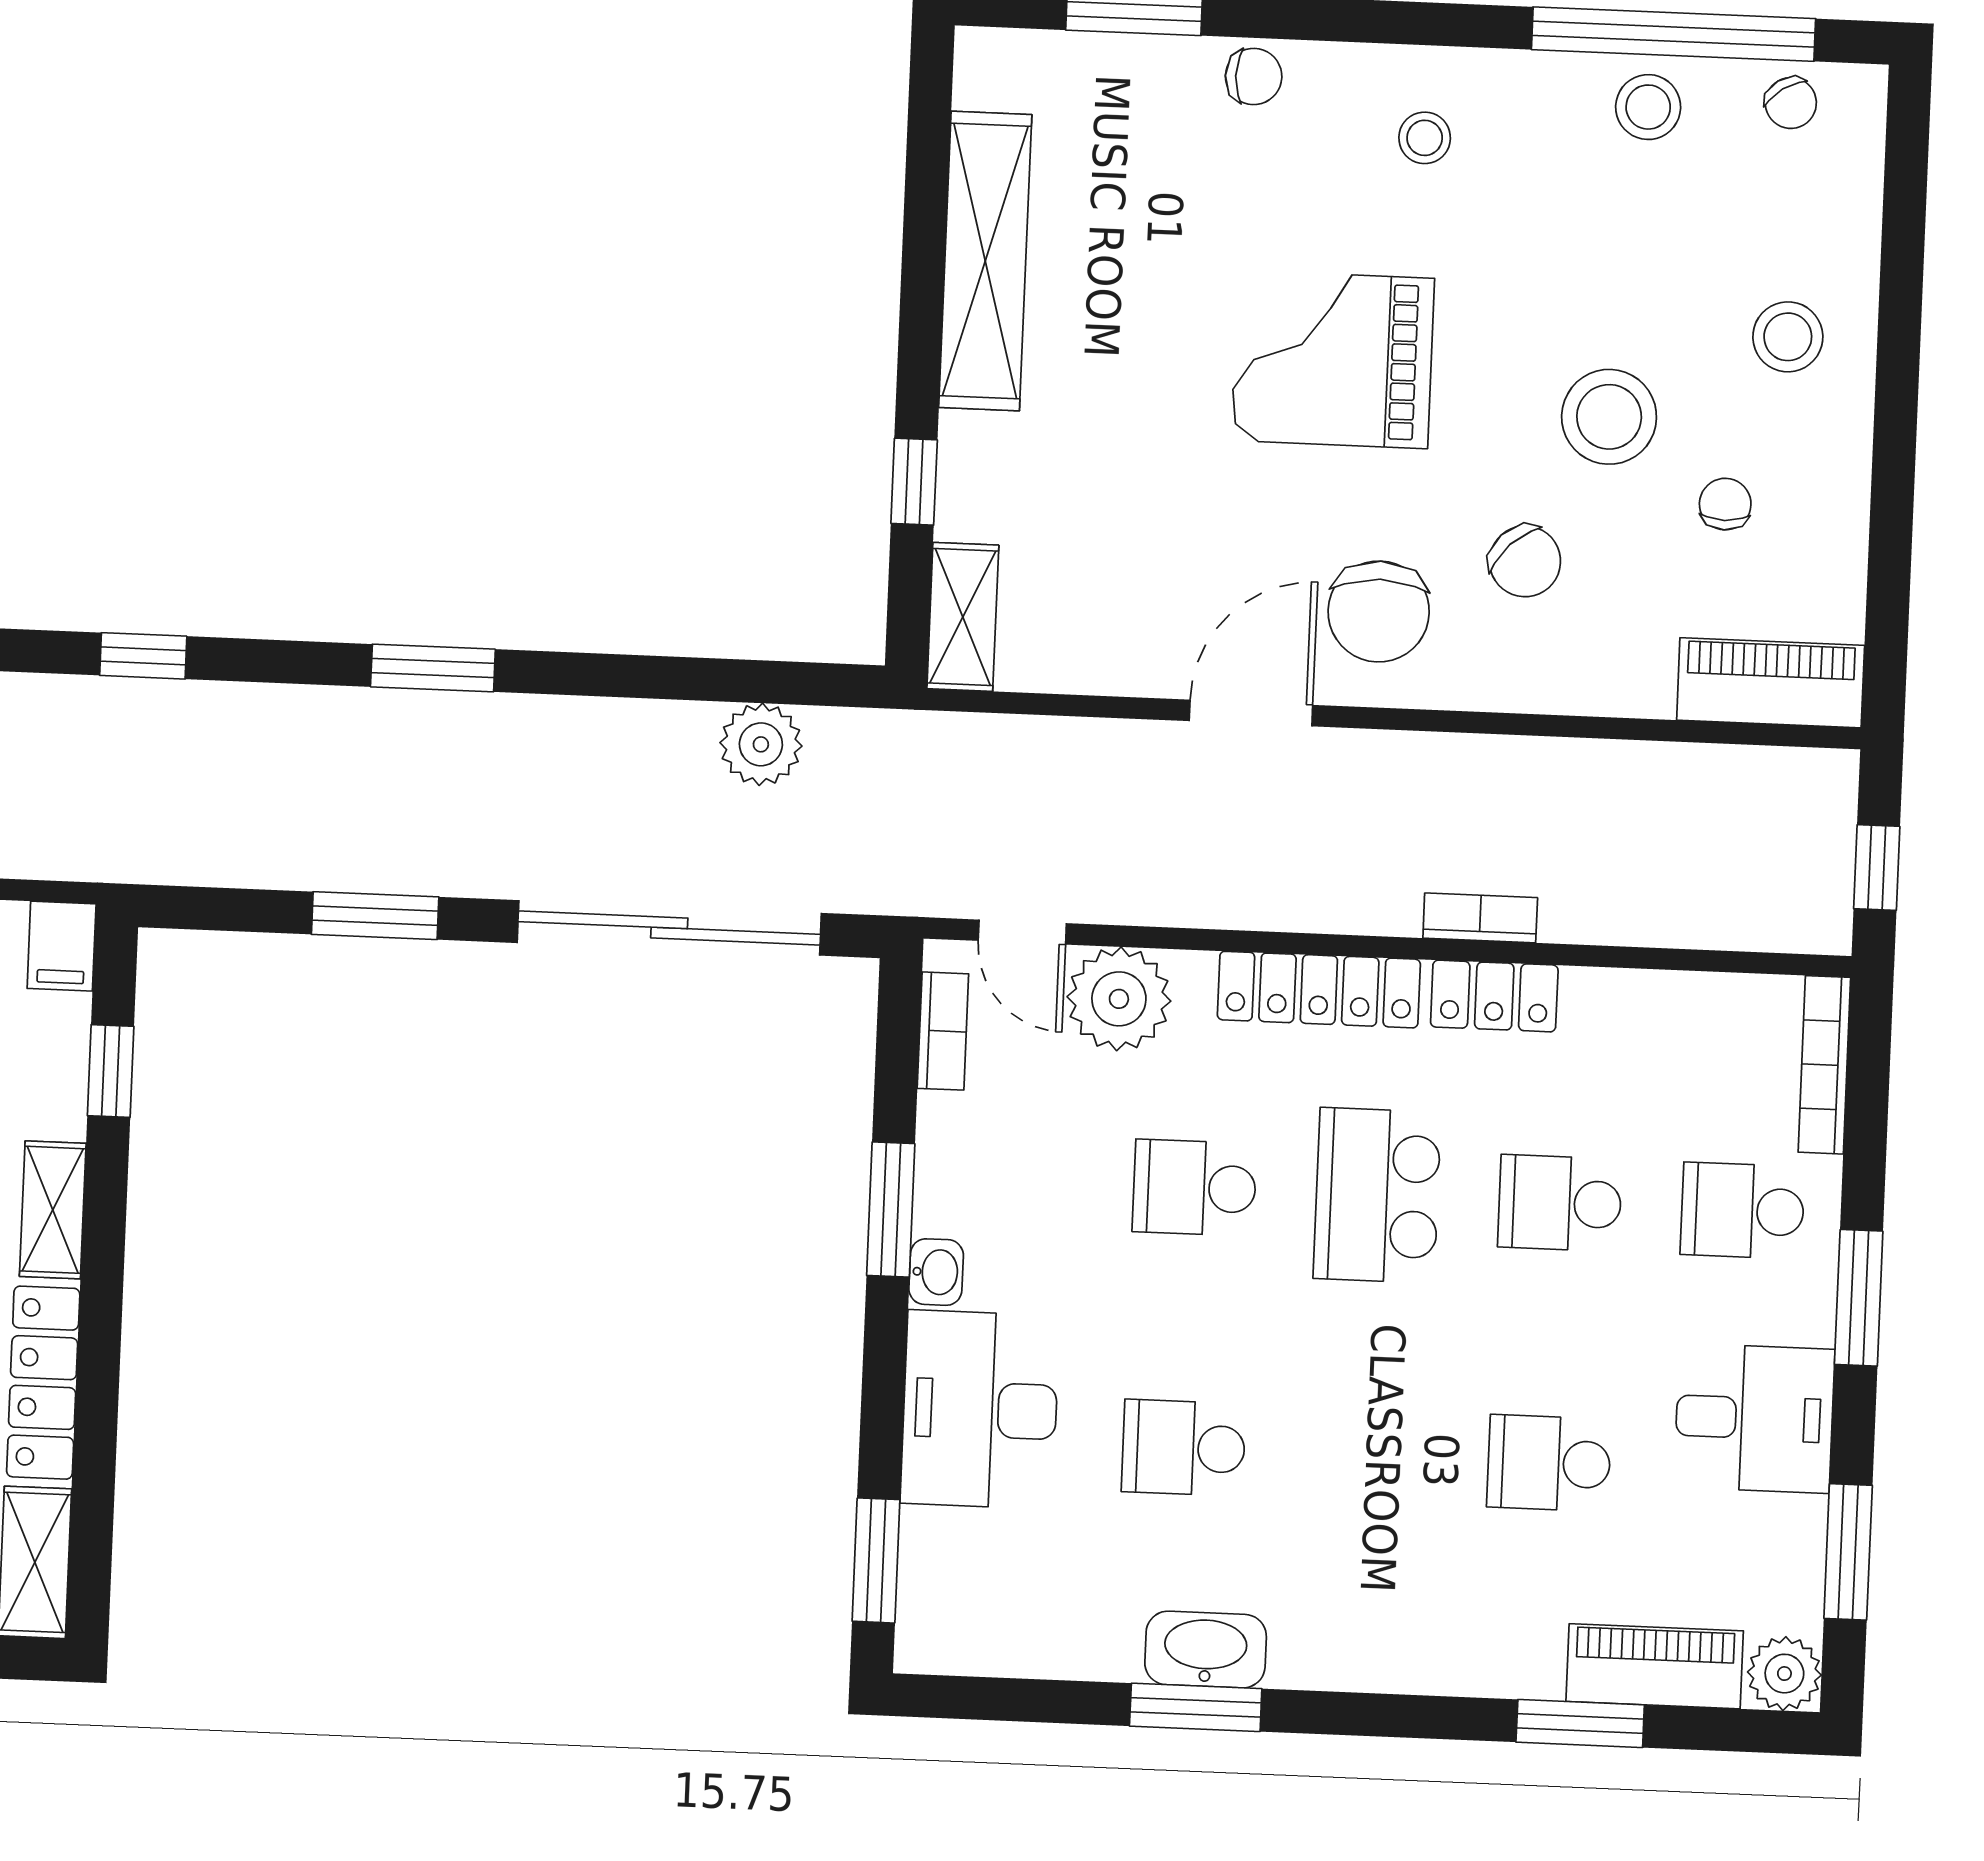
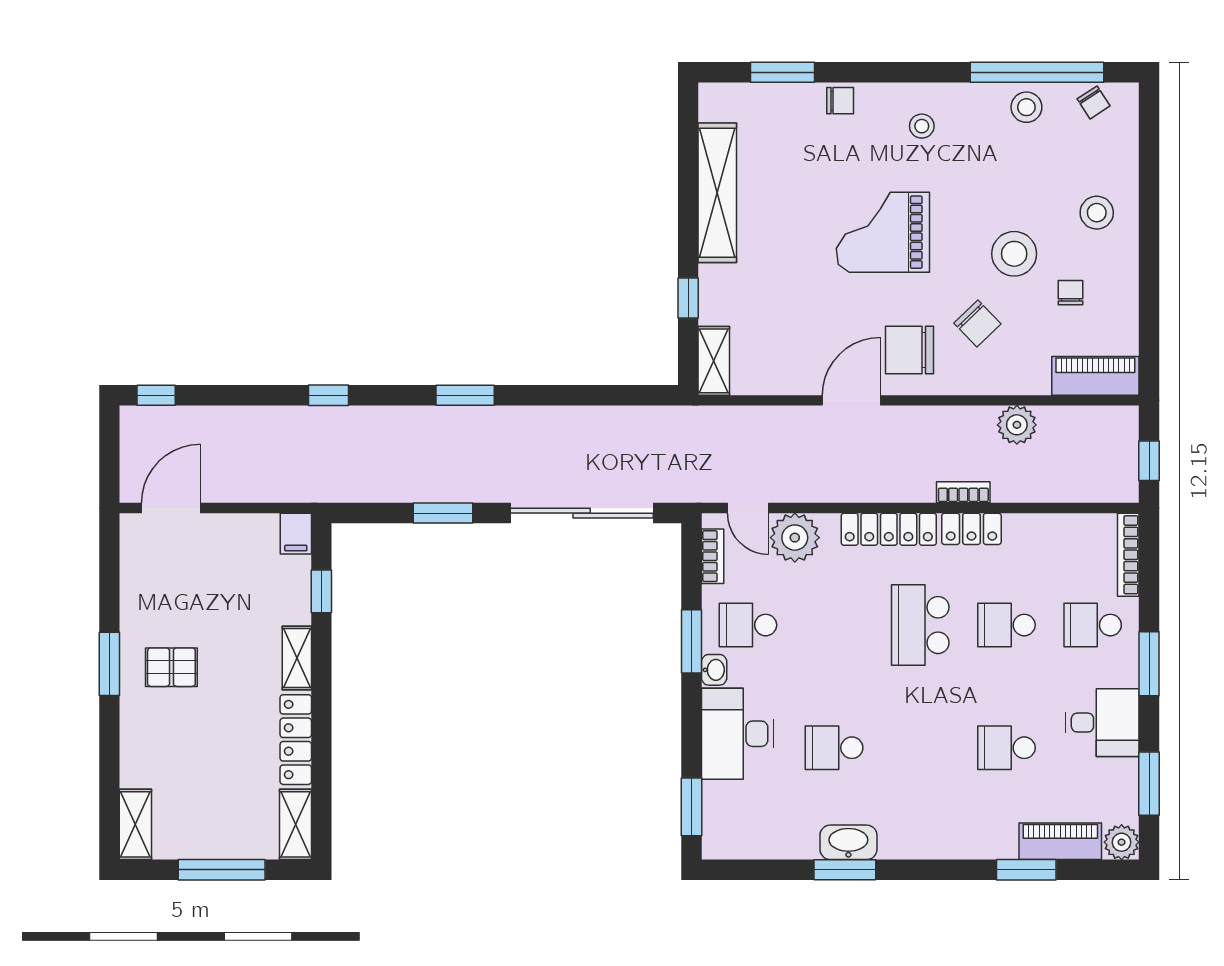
chair: (1379, 611) -> (909, 350), turned 90
plant: (761, 744) -> (1017, 425), moved
school desk: (1194, 1188) -> (748, 625), moved

